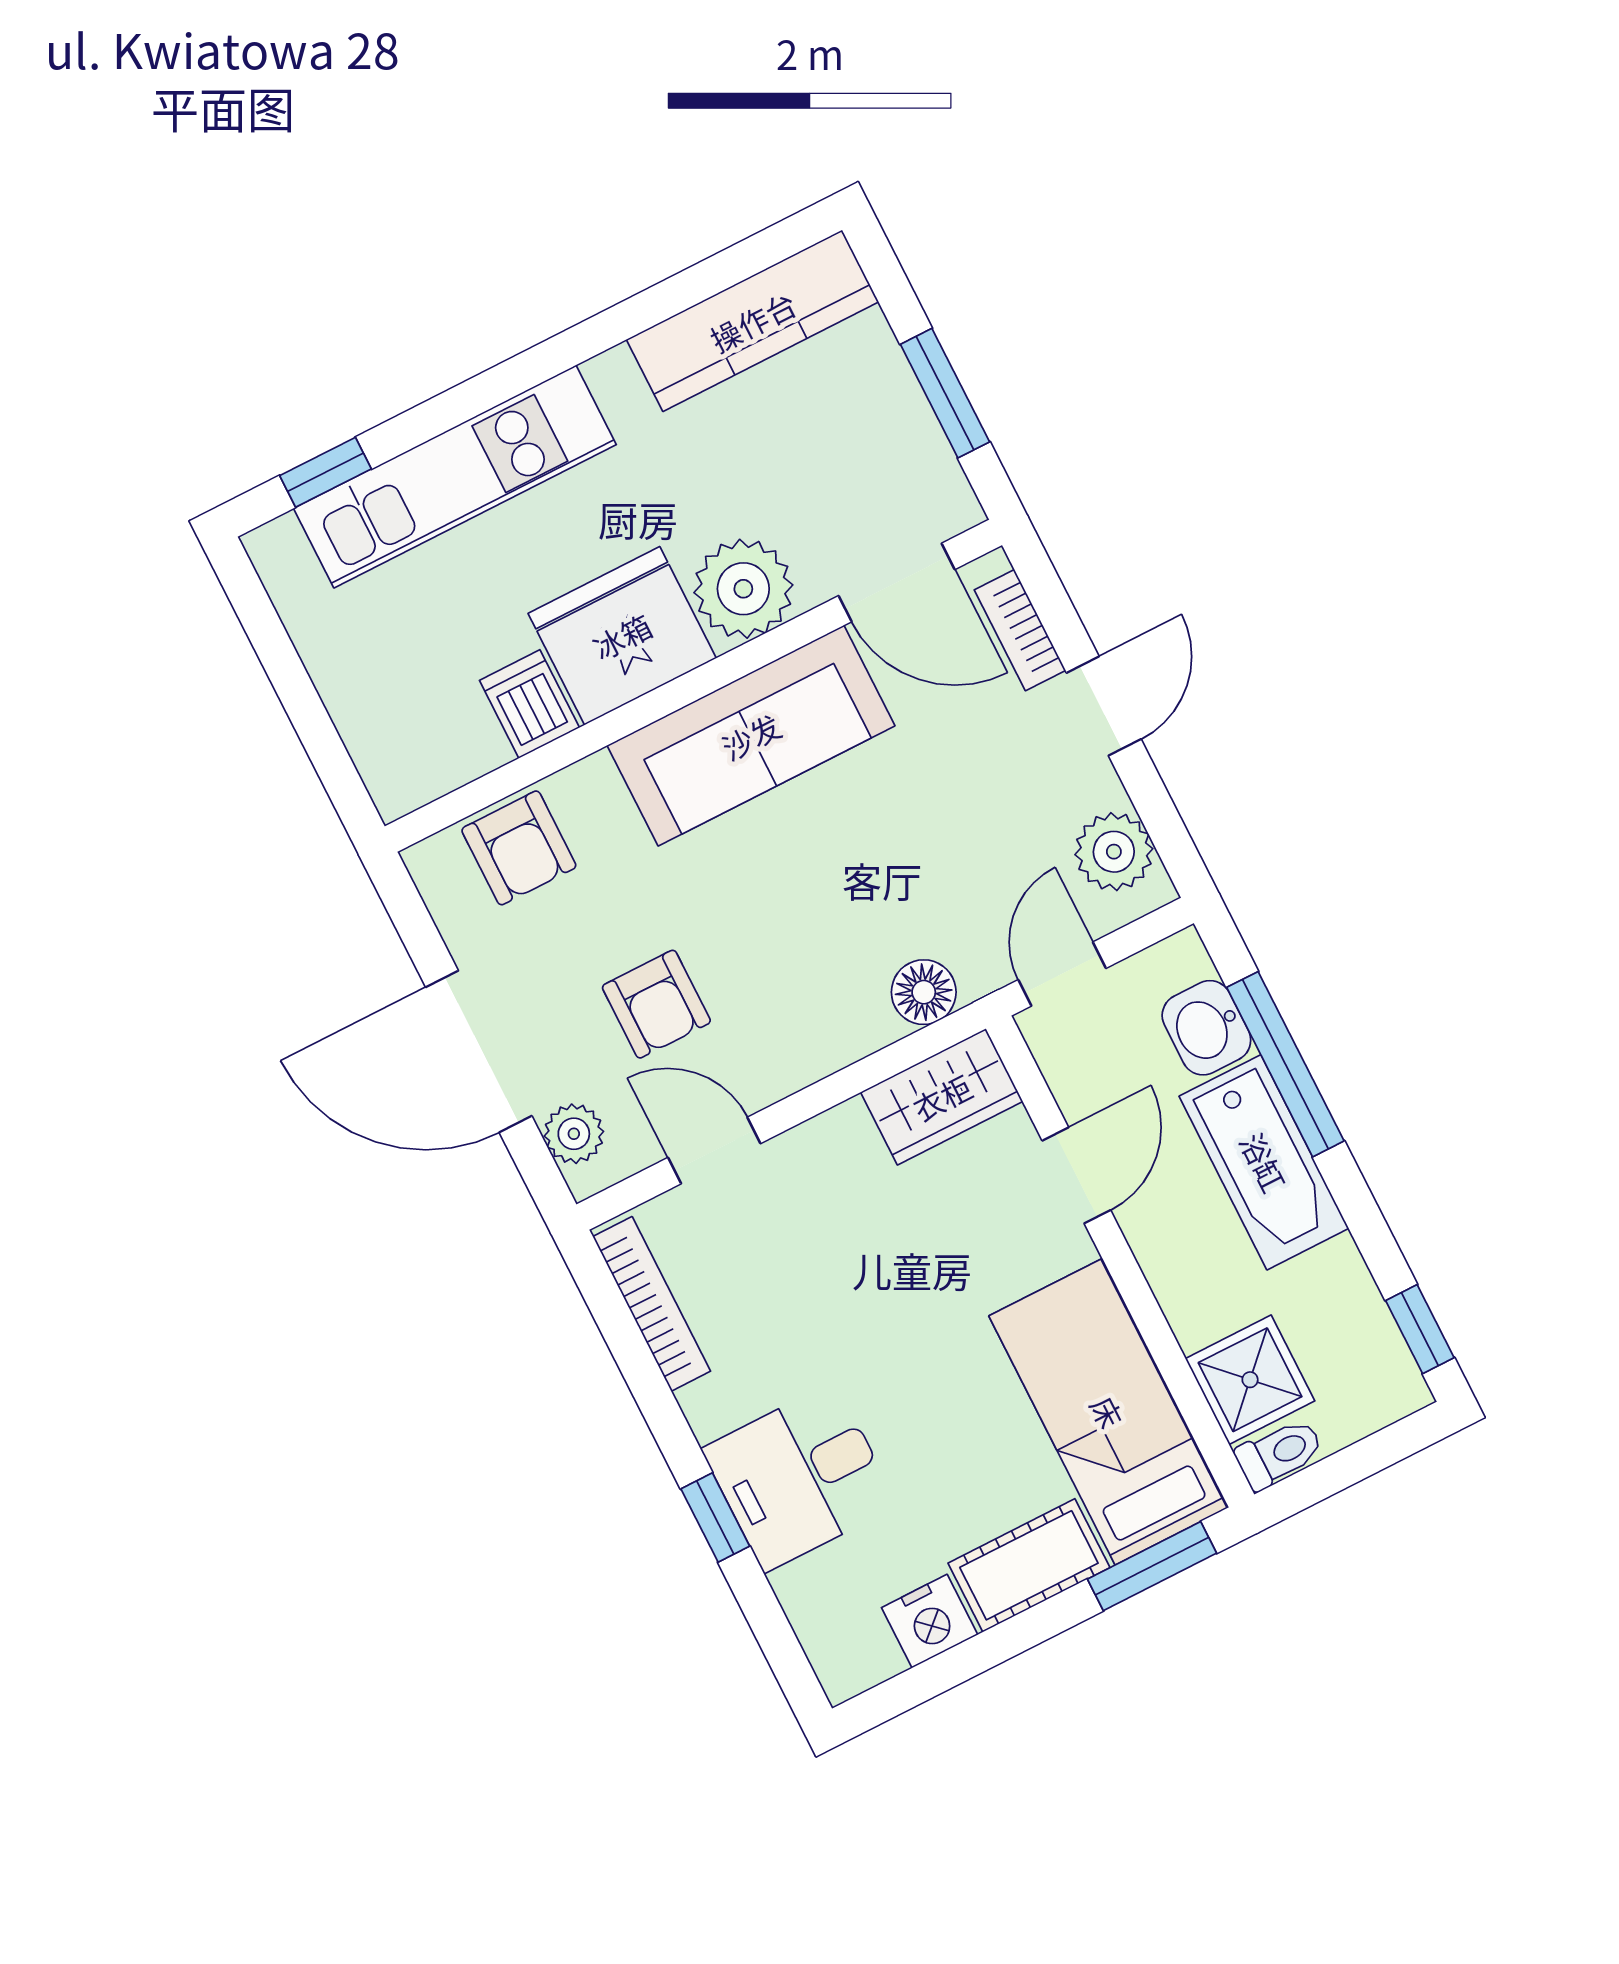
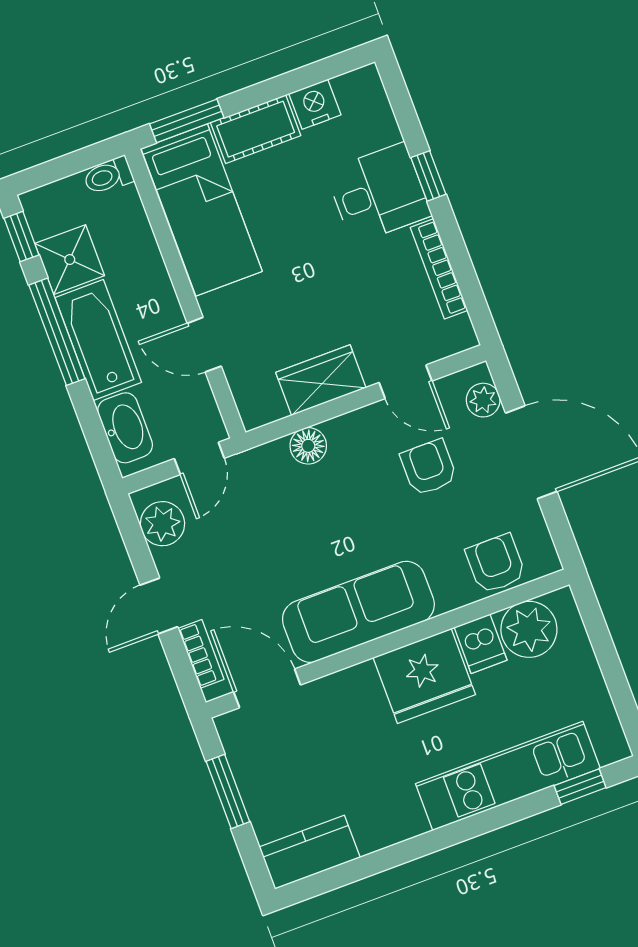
kitchen counter: (753, 321) -> (310, 852), width x0.67
plant: (743, 589) -> (529, 629), moved
floor lamp: (924, 992) -> (308, 446), moved
washbasin: (1206, 1028) -> (125, 428), width x1.38
window: (1285, 1064) -> (57, 332), moved
wardrobe: (942, 1097) -> (321, 380), moved
door: (1076, 1175) -> (204, 345), hinge flipped
bookcase: (652, 1304) -> (439, 269), moved
shower: (1250, 1380) -> (70, 260), moved

